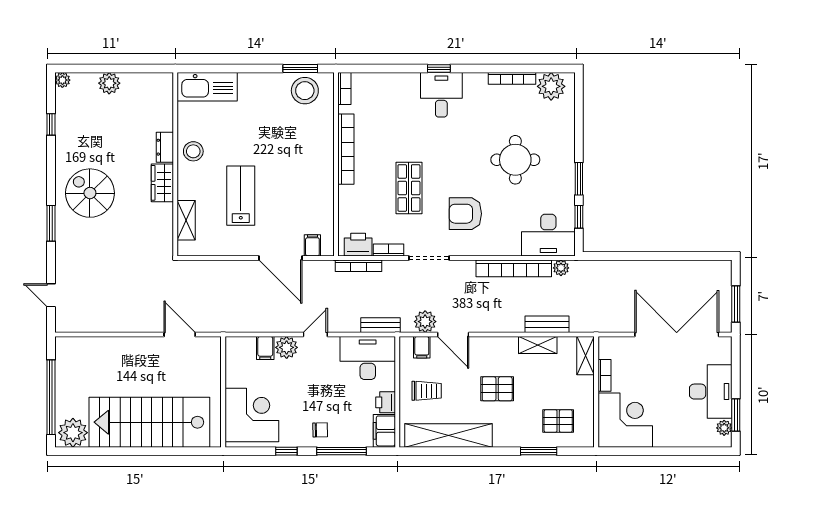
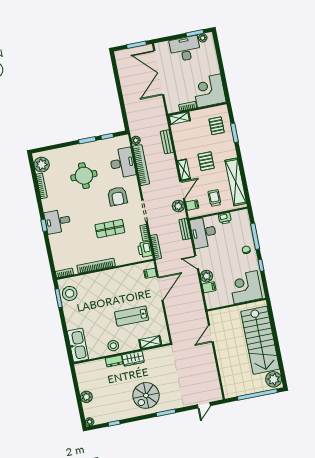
desk: (548, 235) -> (122, 163), moved
shelving: (538, 345) -> (184, 170), moved
filing cabinet: (384, 431) -> (240, 216), removed

